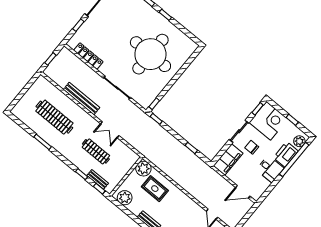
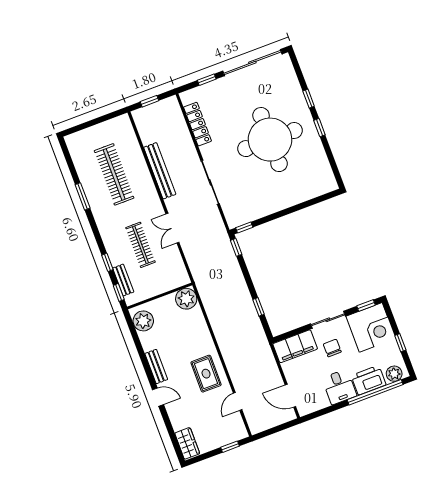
round table: (150, 54) -> (270, 140), moved
rug: (155, 189) -> (206, 374), moved

